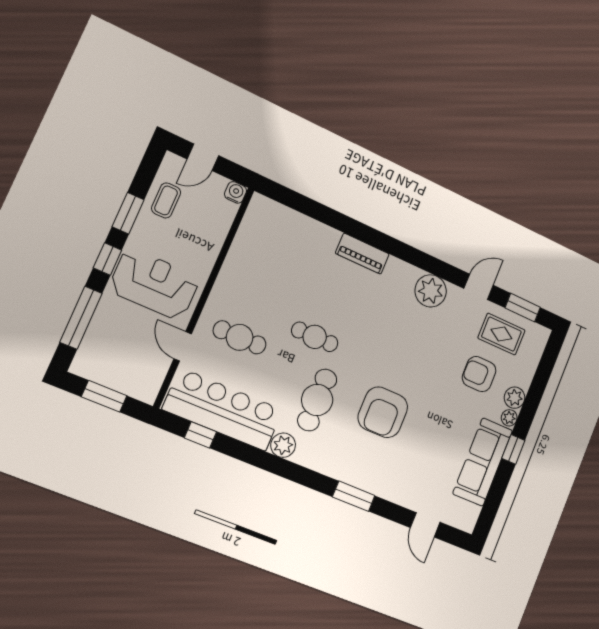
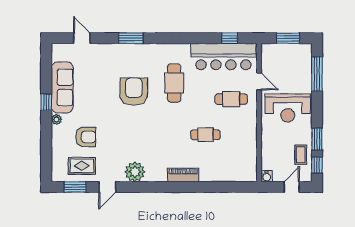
window: (107, 259) -> (317, 165), moved
cafe table: (315, 337) -> (205, 135), moved
plant: (515, 398) -> (58, 132), removed
plant: (283, 445) -> (183, 51), removed

